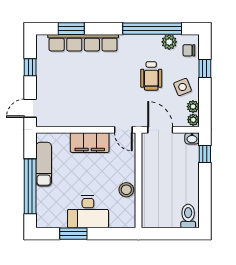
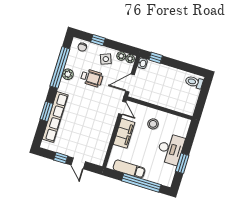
window: (71, 29) -> (46, 111), moved
plant: (169, 42) -> (68, 74), moved
door: (30, 108) -> (78, 163), moved
door: (123, 130) -> (122, 108), hinge flipped
stool: (126, 190) -> (153, 124), moved

